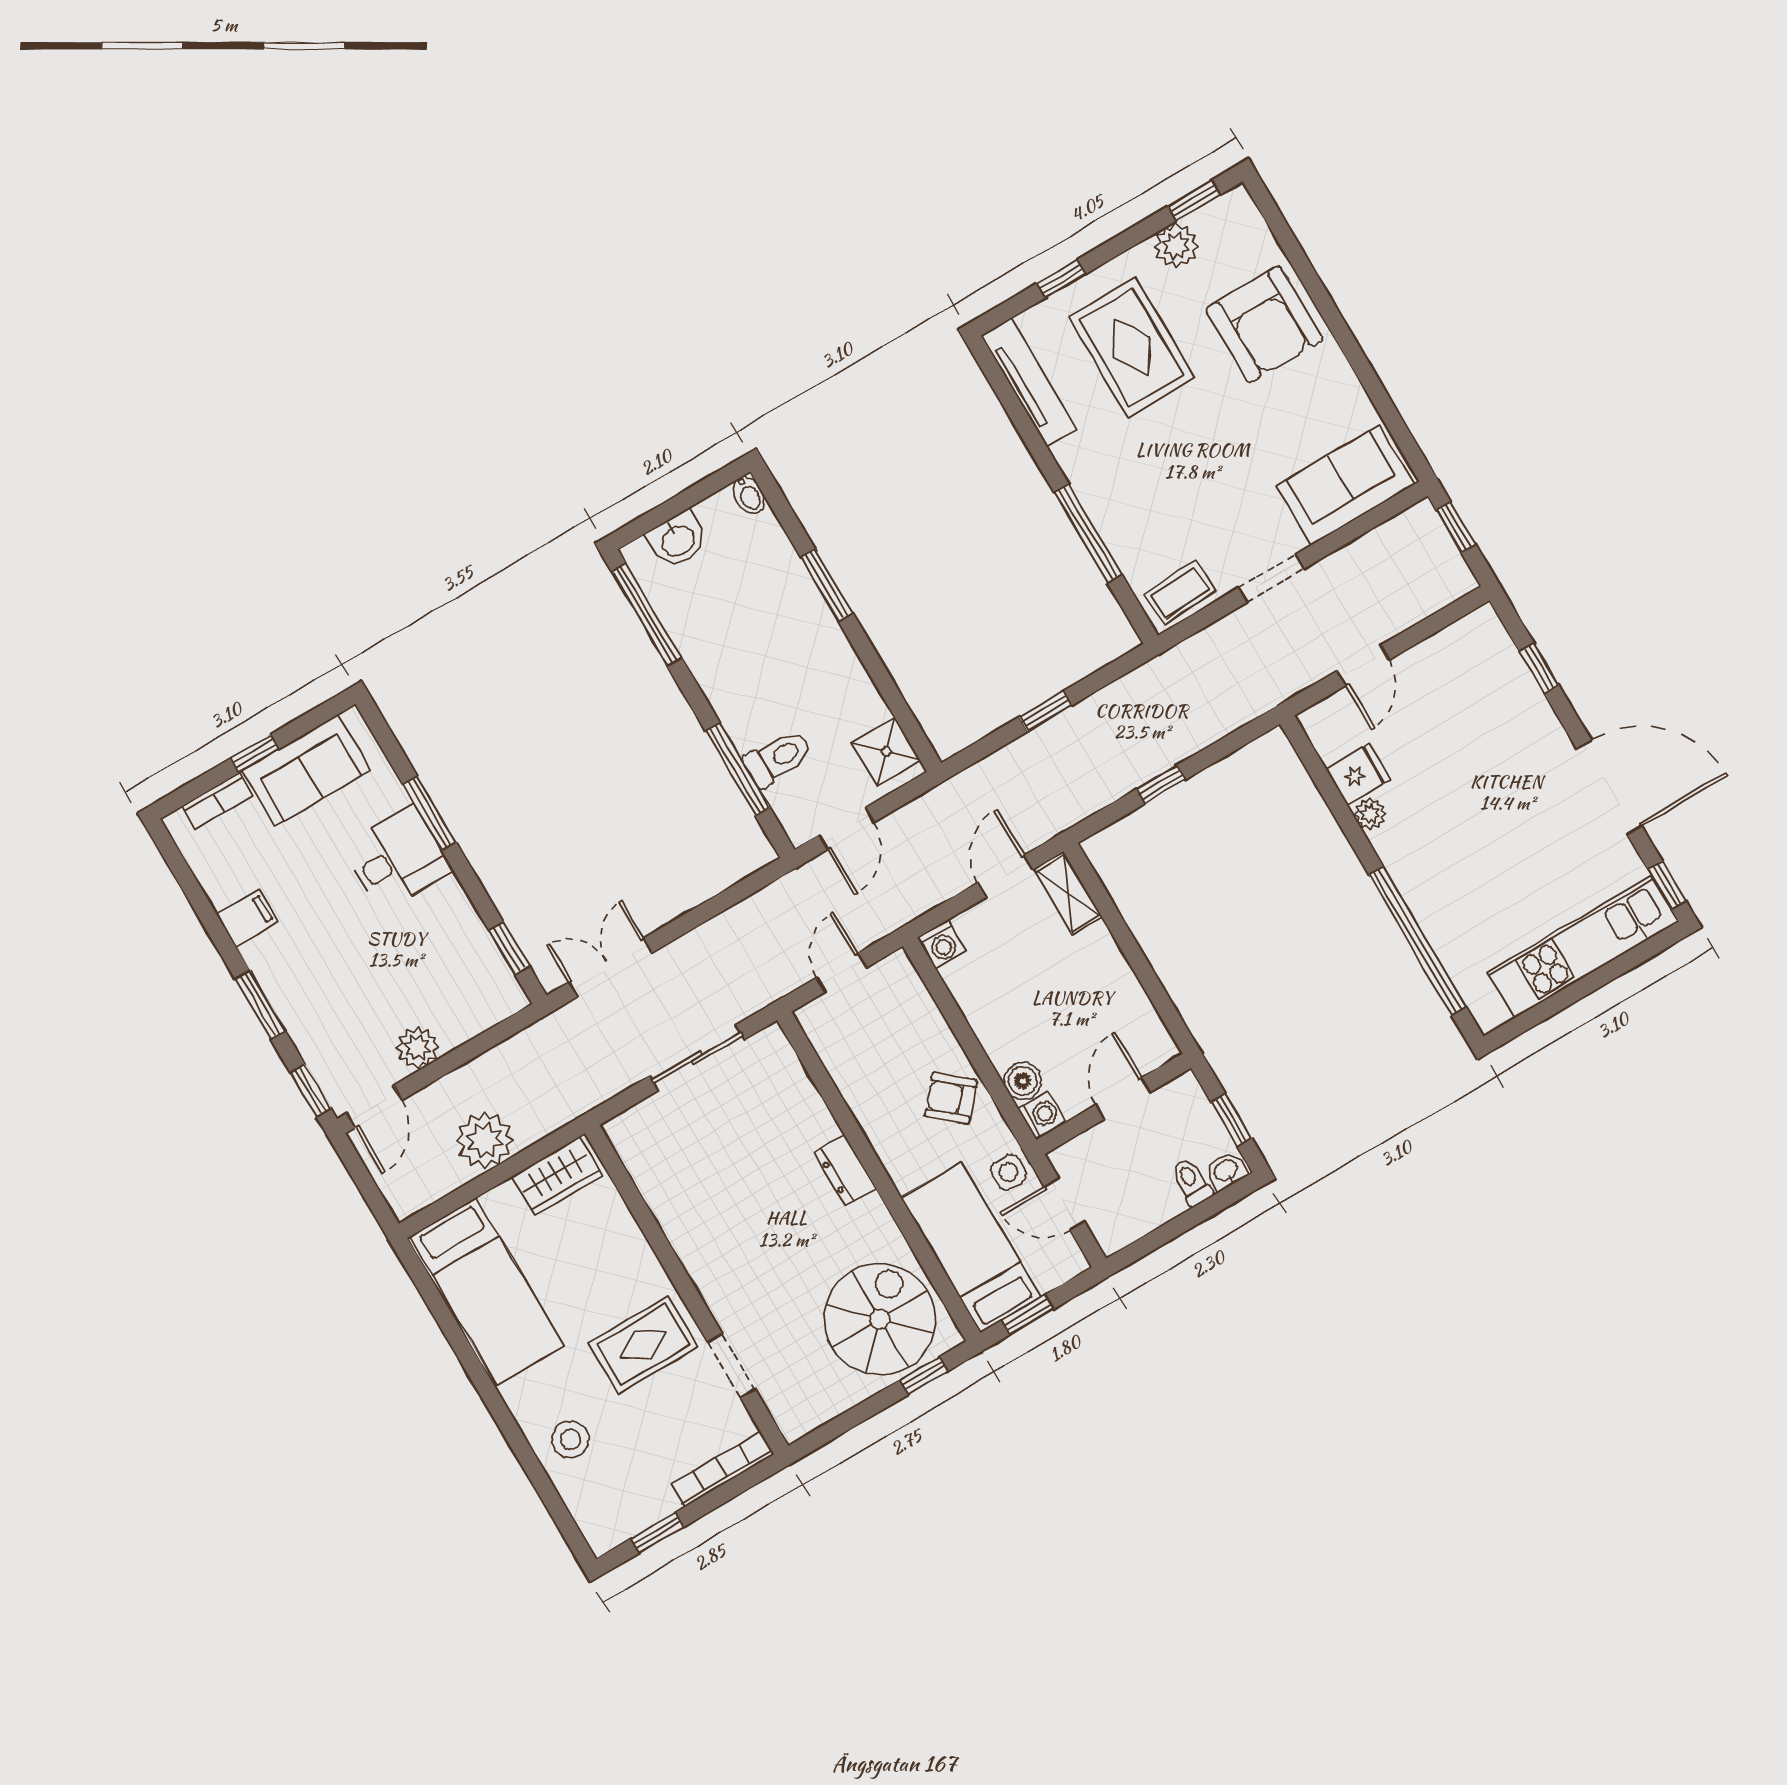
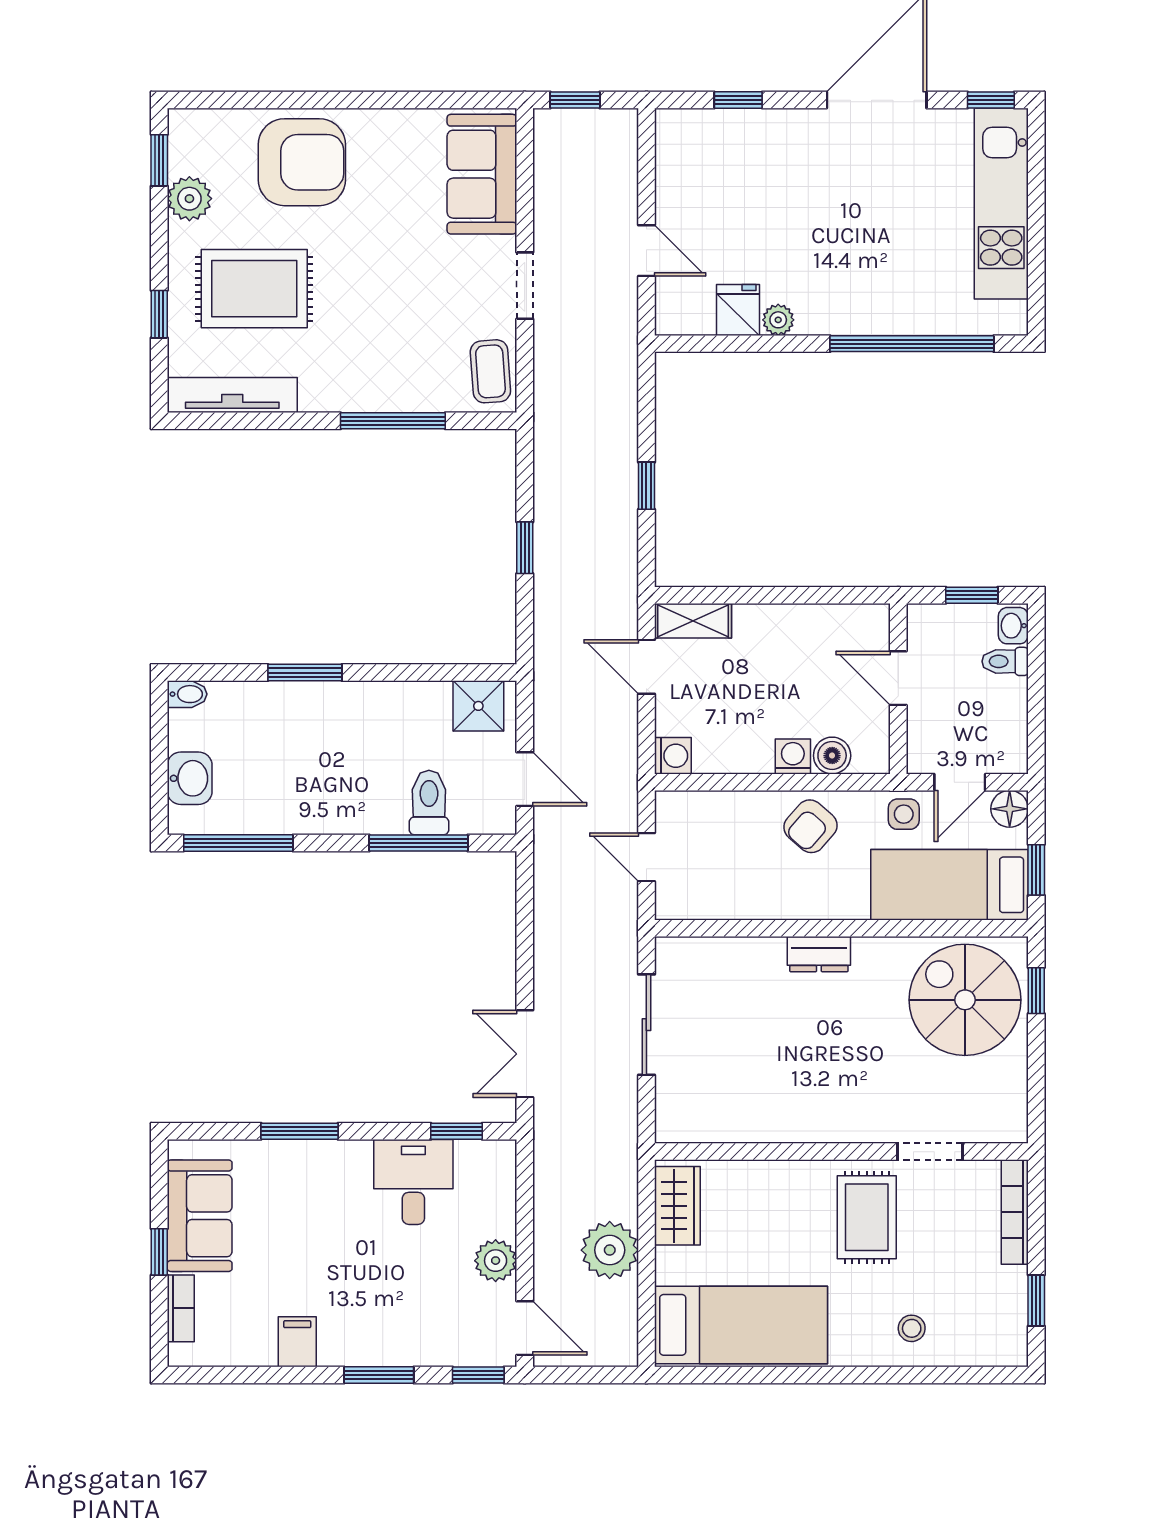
desk: (397, 858) -> (413, 1182), moved
washing machine: (1042, 1115) -> (793, 757), moved
floor lamp: (1067, 1261) -> (1010, 809), added
stool: (570, 1440) -> (912, 1328), width x0.73, depth x0.73

